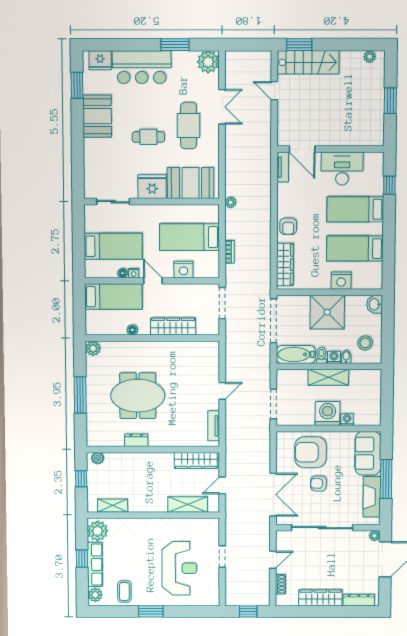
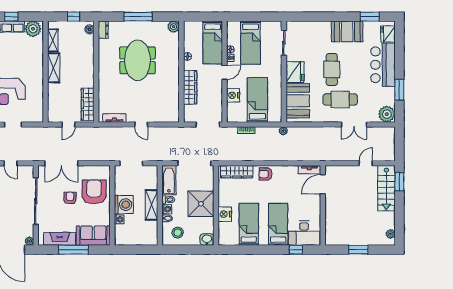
cafe table: (148, 137) -> (332, 69), width x1.37, depth x1.35
desk: (342, 169) -> (304, 233), moved, turned 90
dresser: (136, 440) -> (103, 30), moved
door: (222, 485) -> (68, 124), swing flipped
shelving: (188, 504) -> (54, 68), moved

